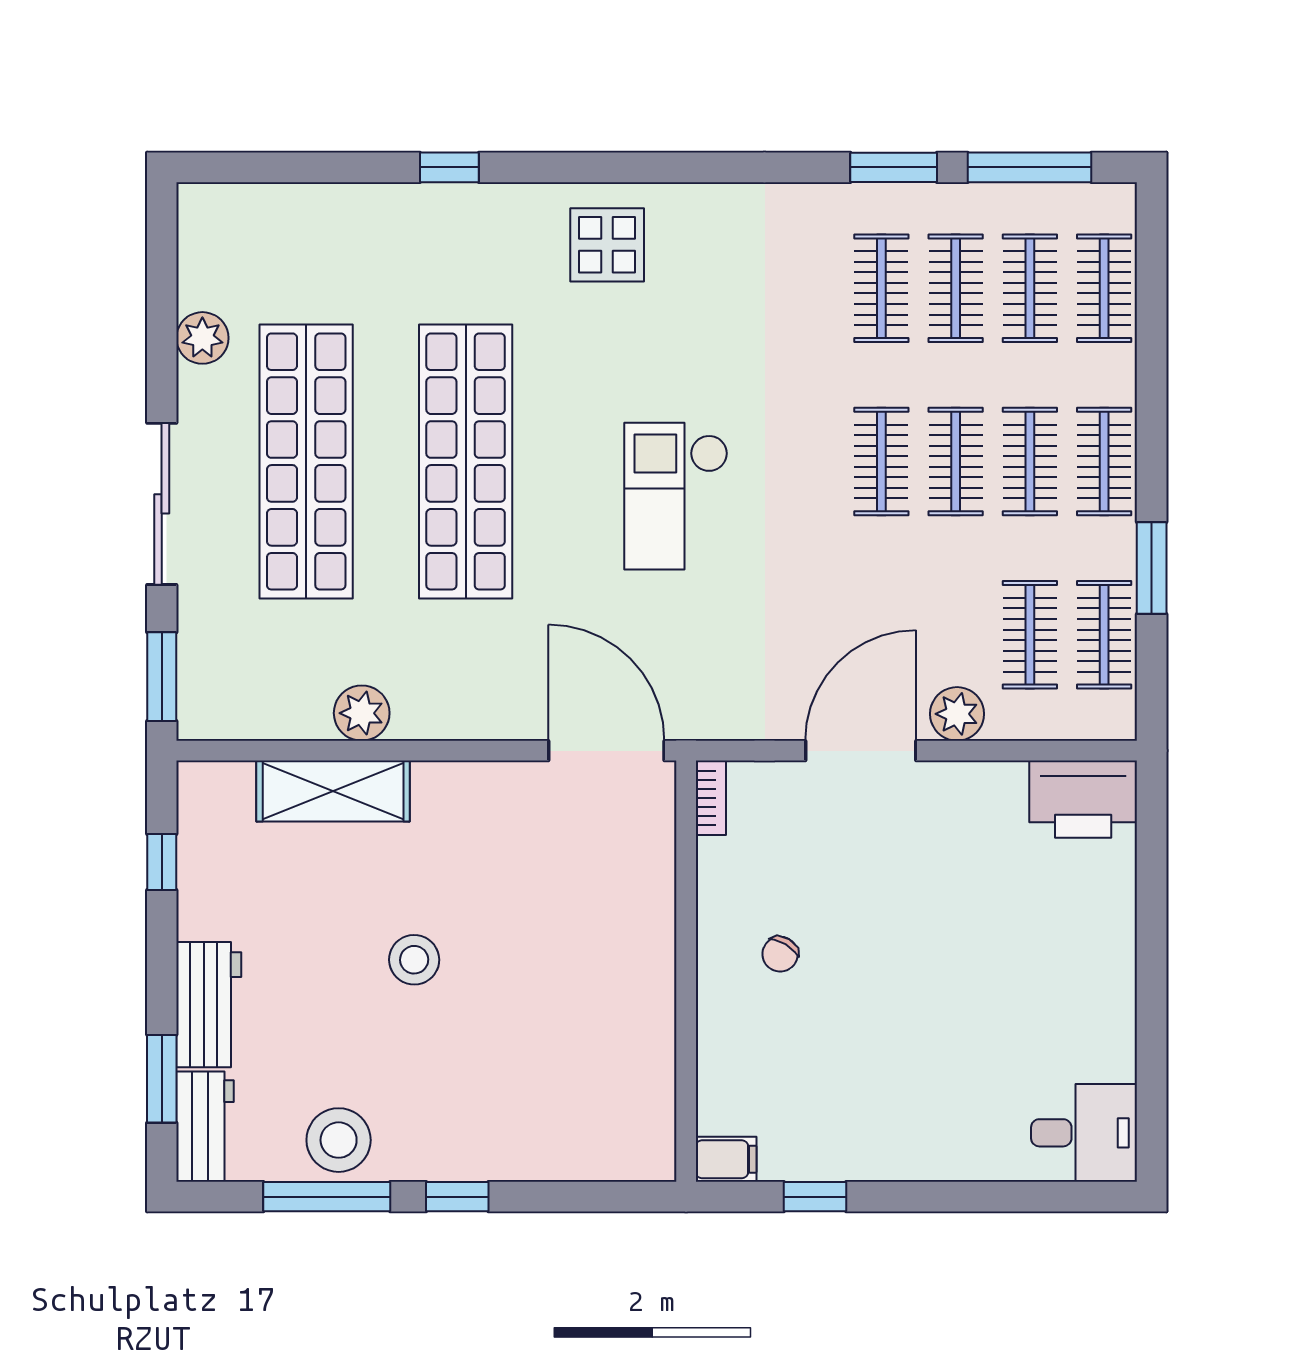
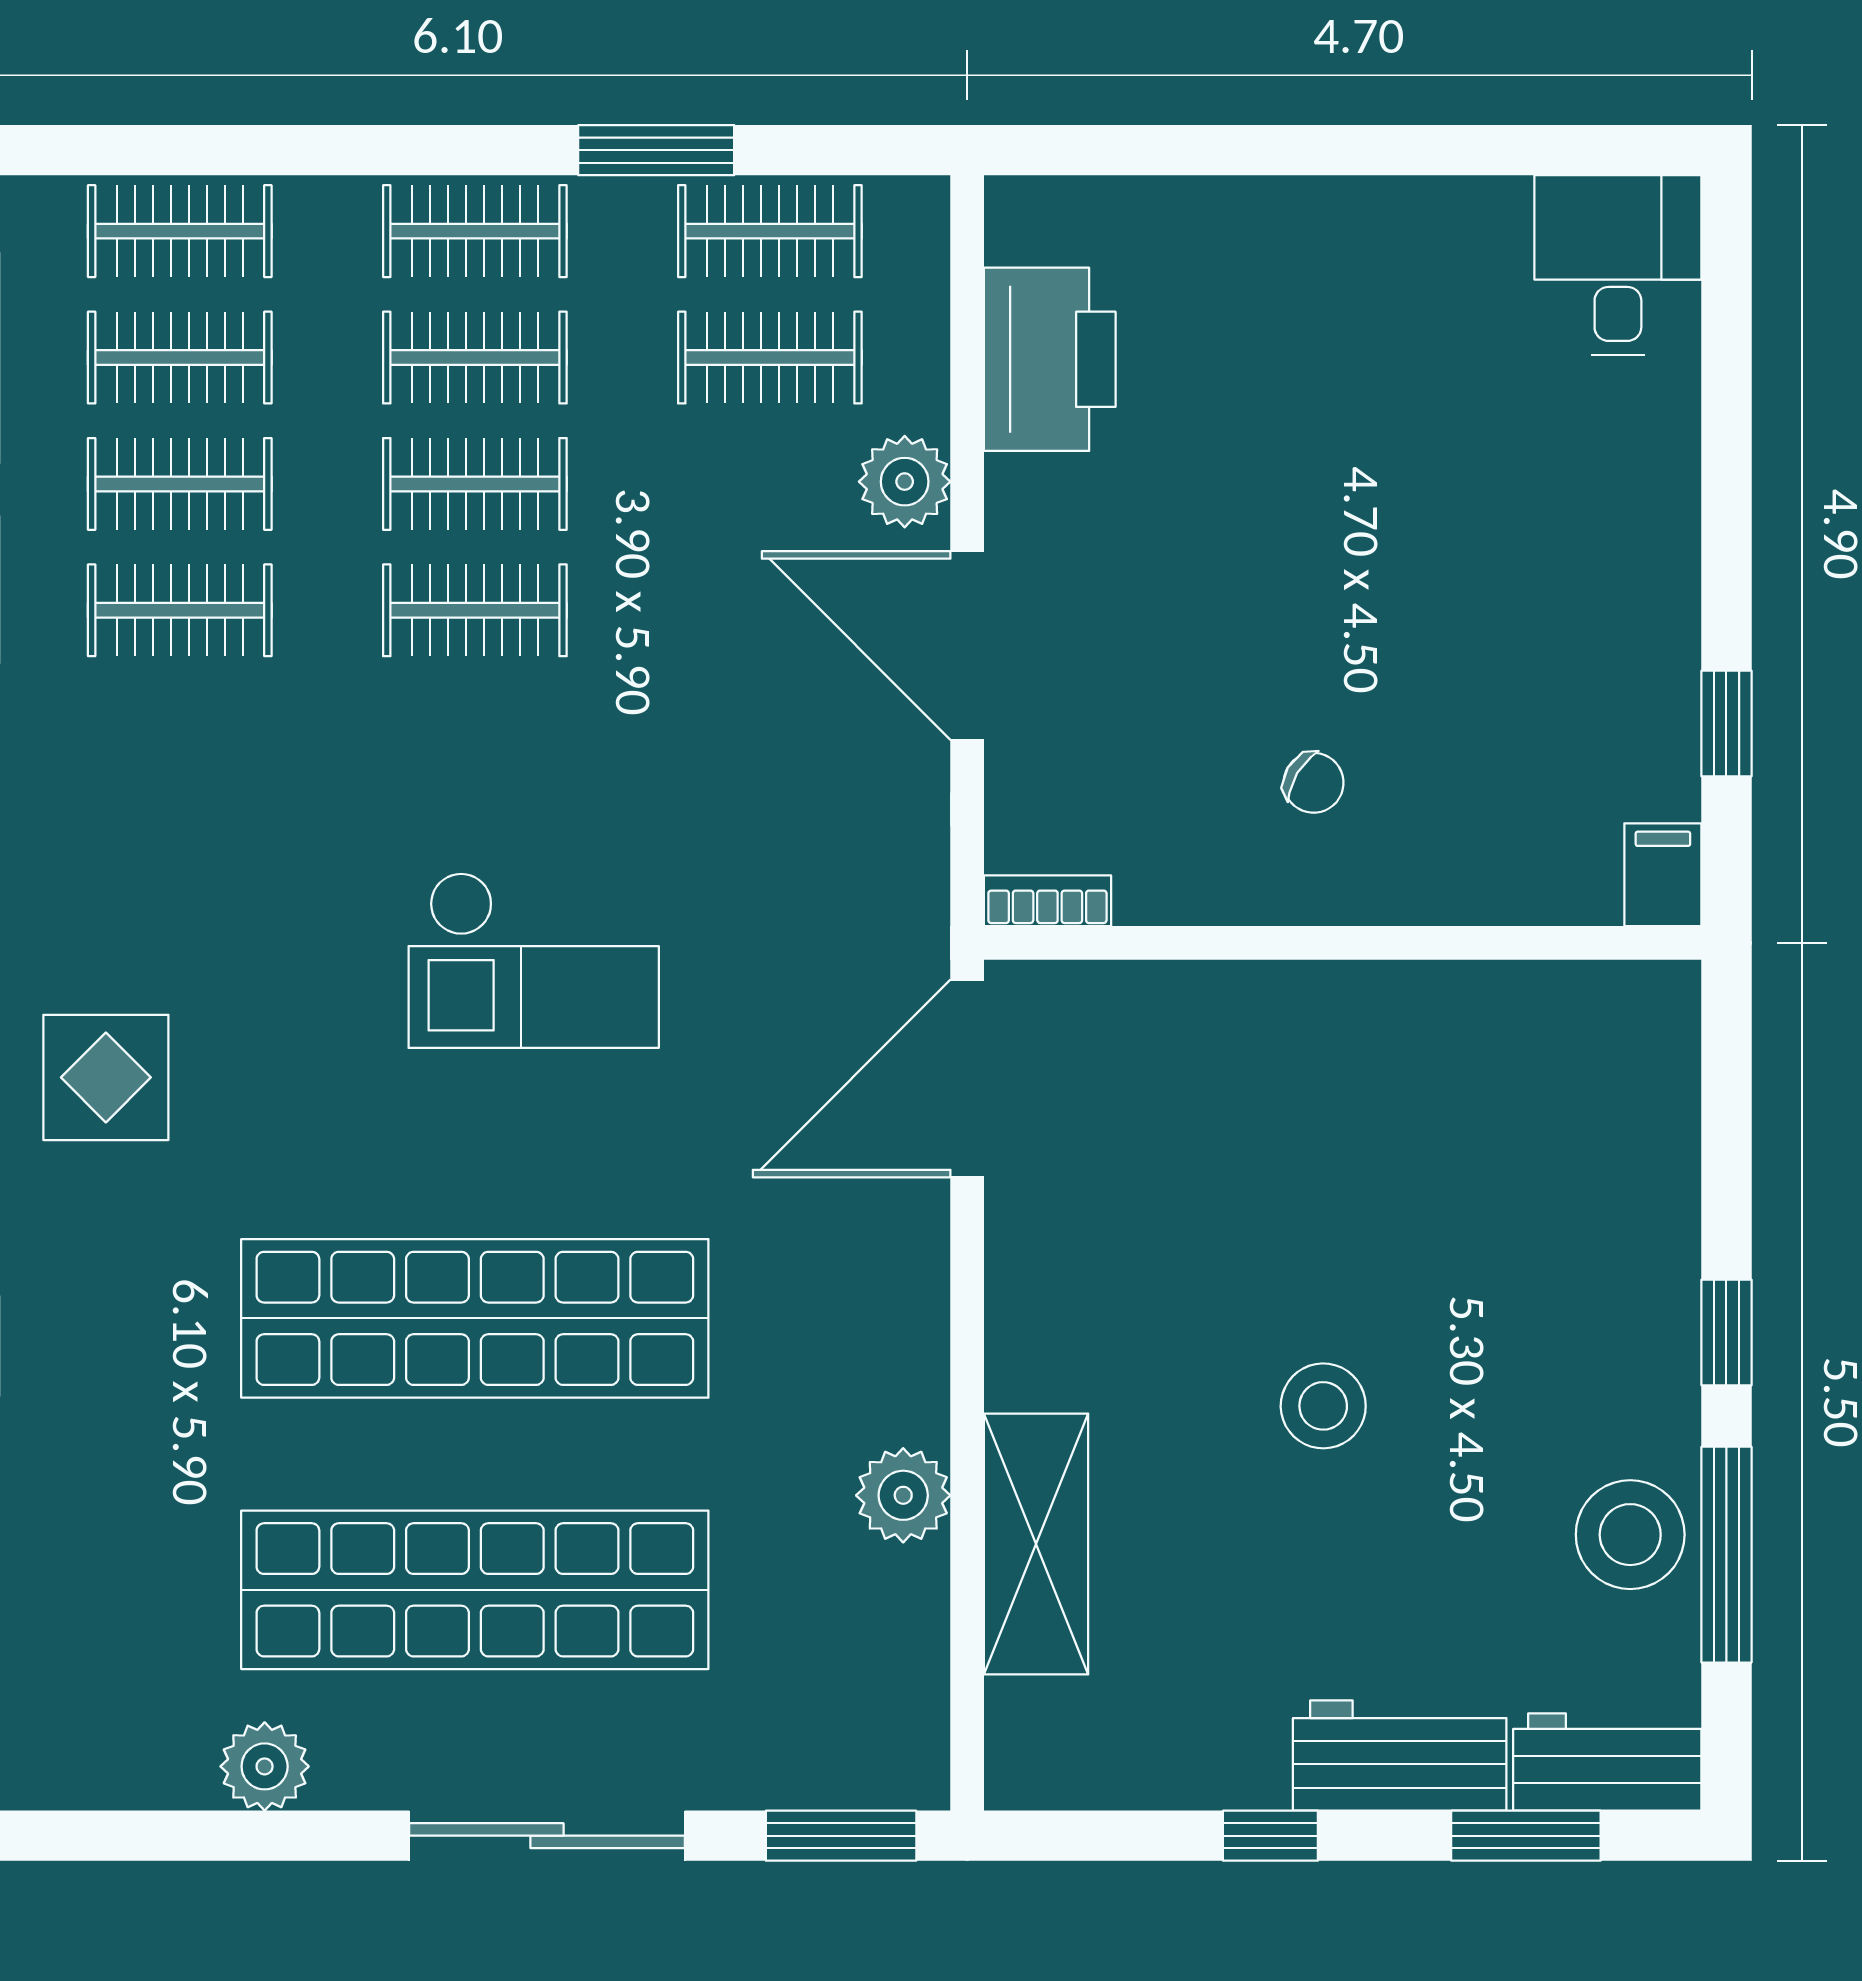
printer: (1083, 799) -> (1050, 359), moved
window: (162, 862) -> (1270, 1836), moved

